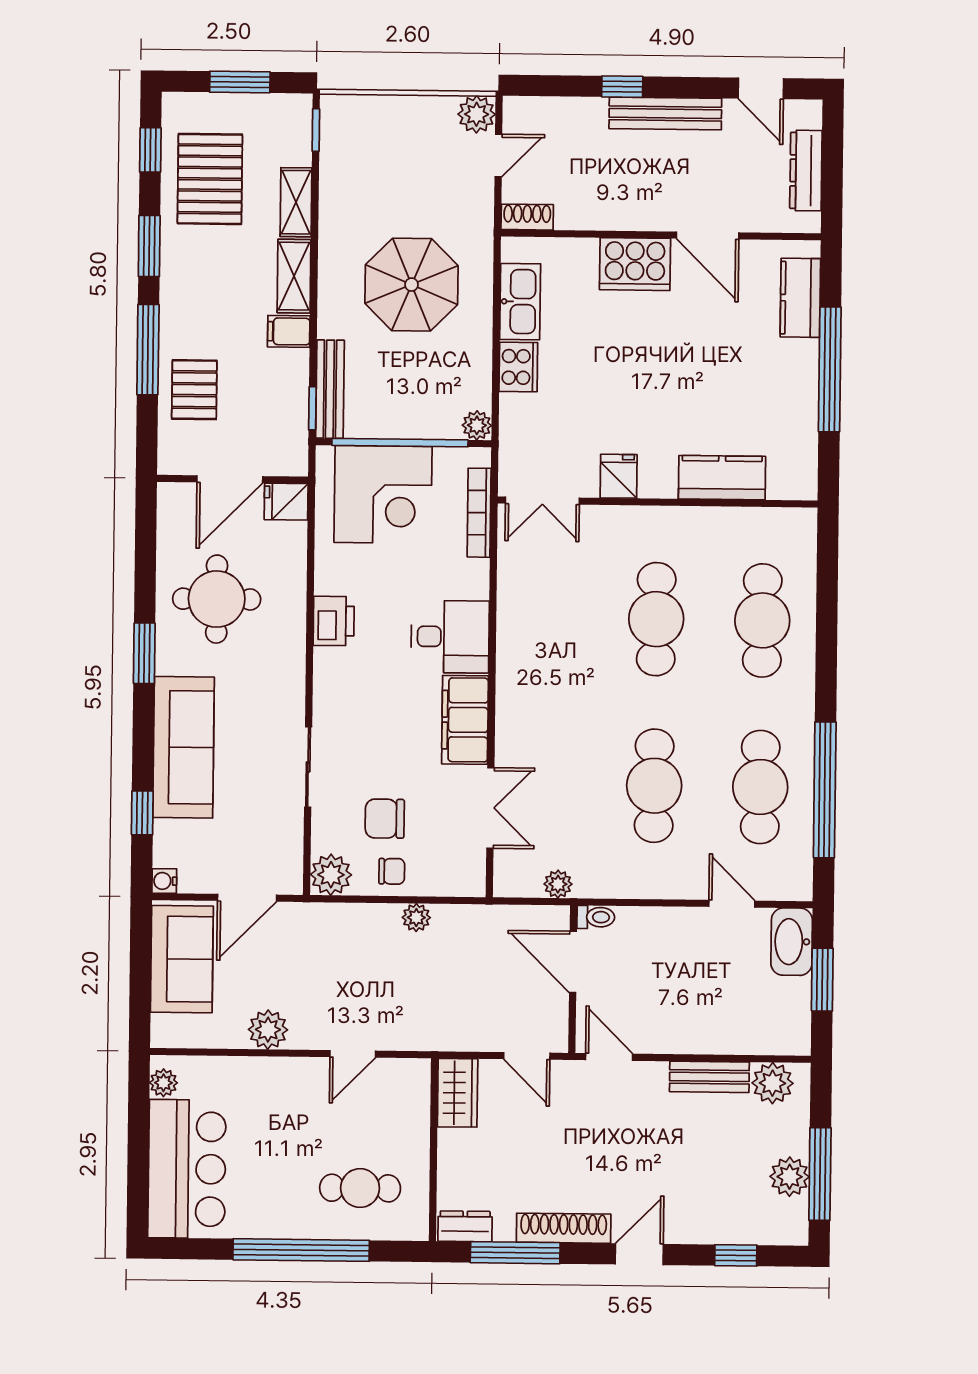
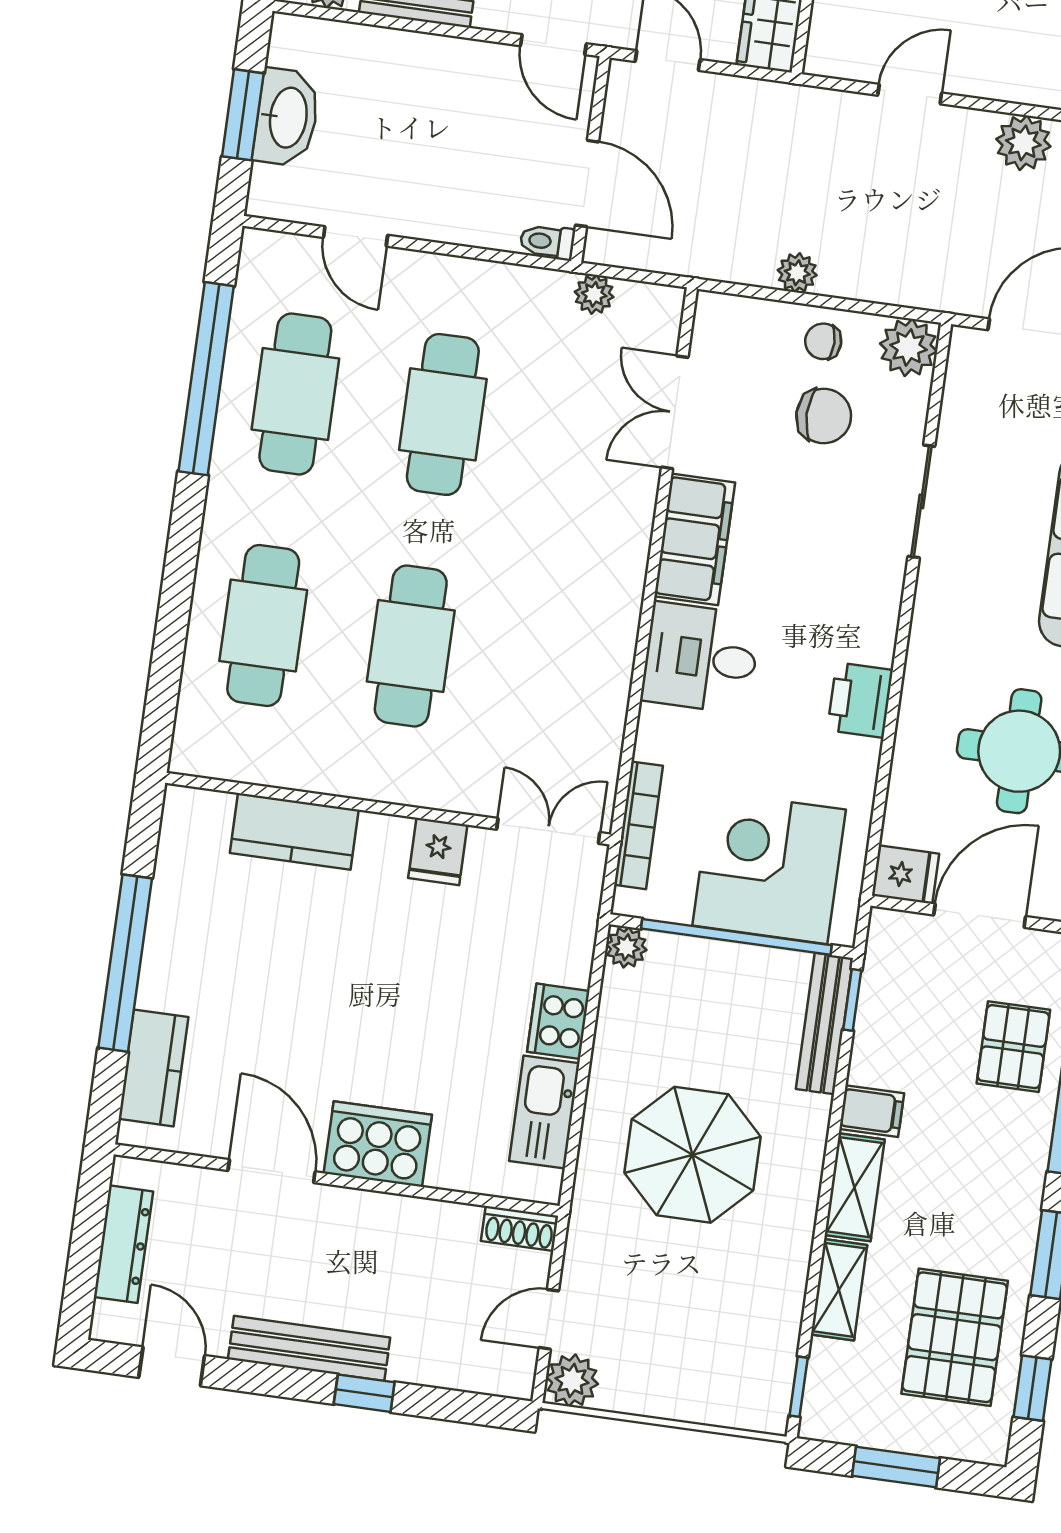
washbasin: (792, 942) -> (287, 117), moved

